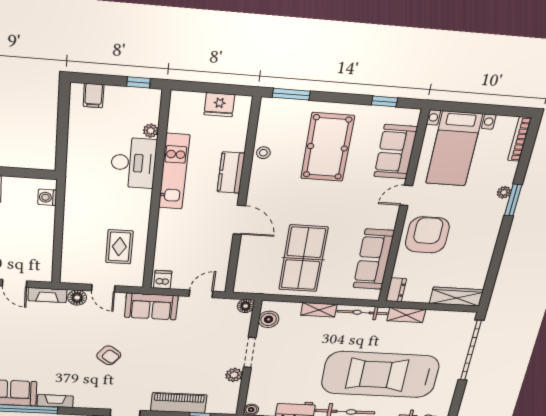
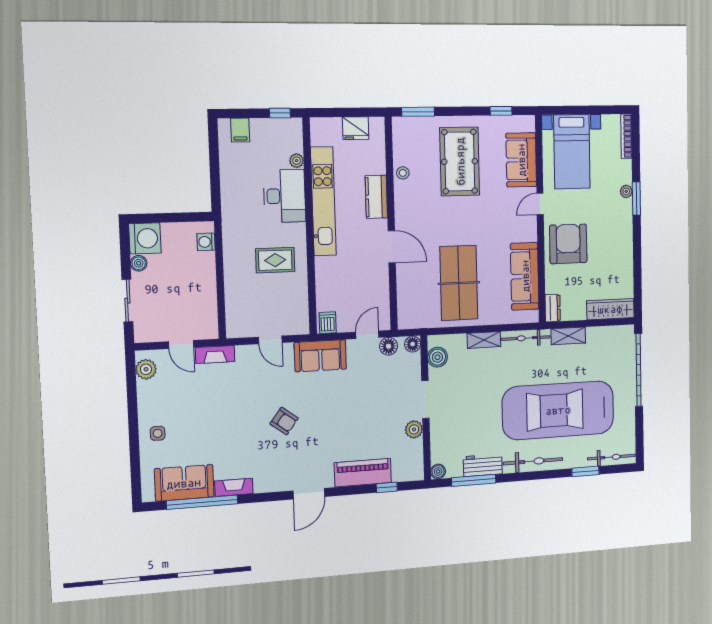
kitchen unit: (174, 172) -> (323, 201), width x1.36
rug: (119, 247) -> (275, 260), moved, turned 90
floor lamp: (77, 298) -> (389, 346), moved

